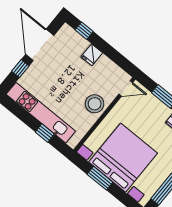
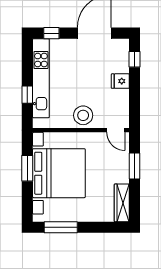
window: (20, 69) -> (51, 33), moved

